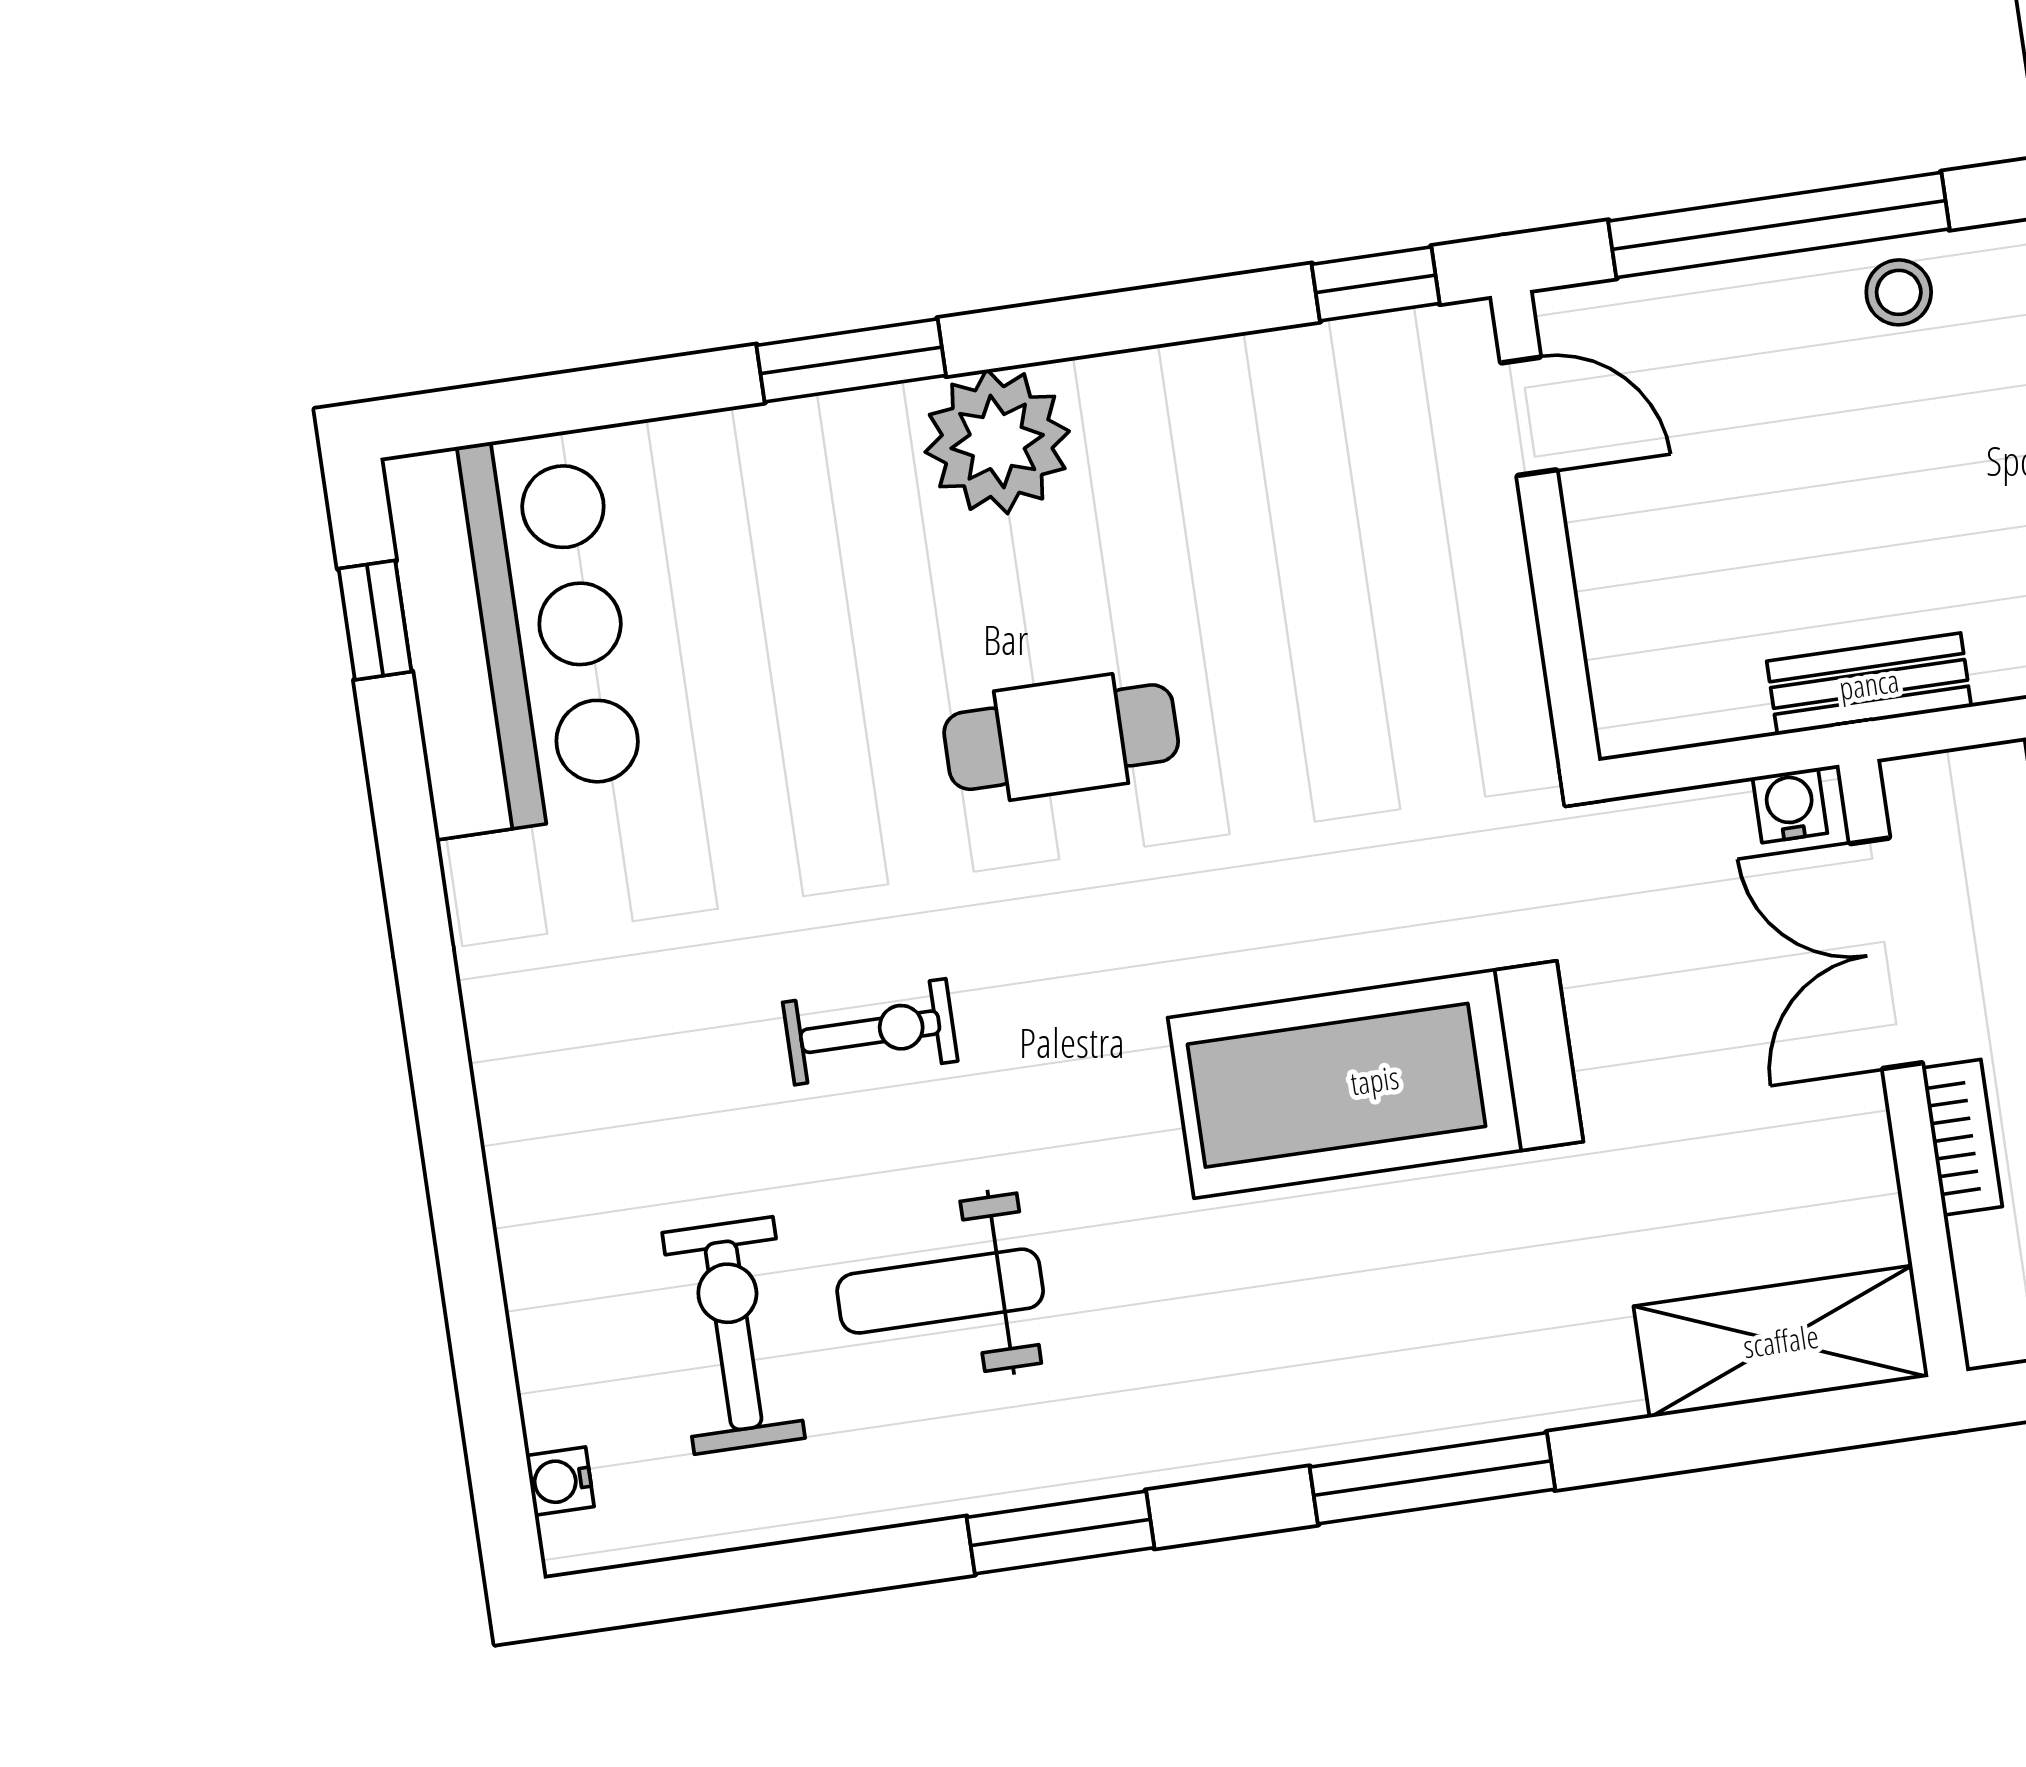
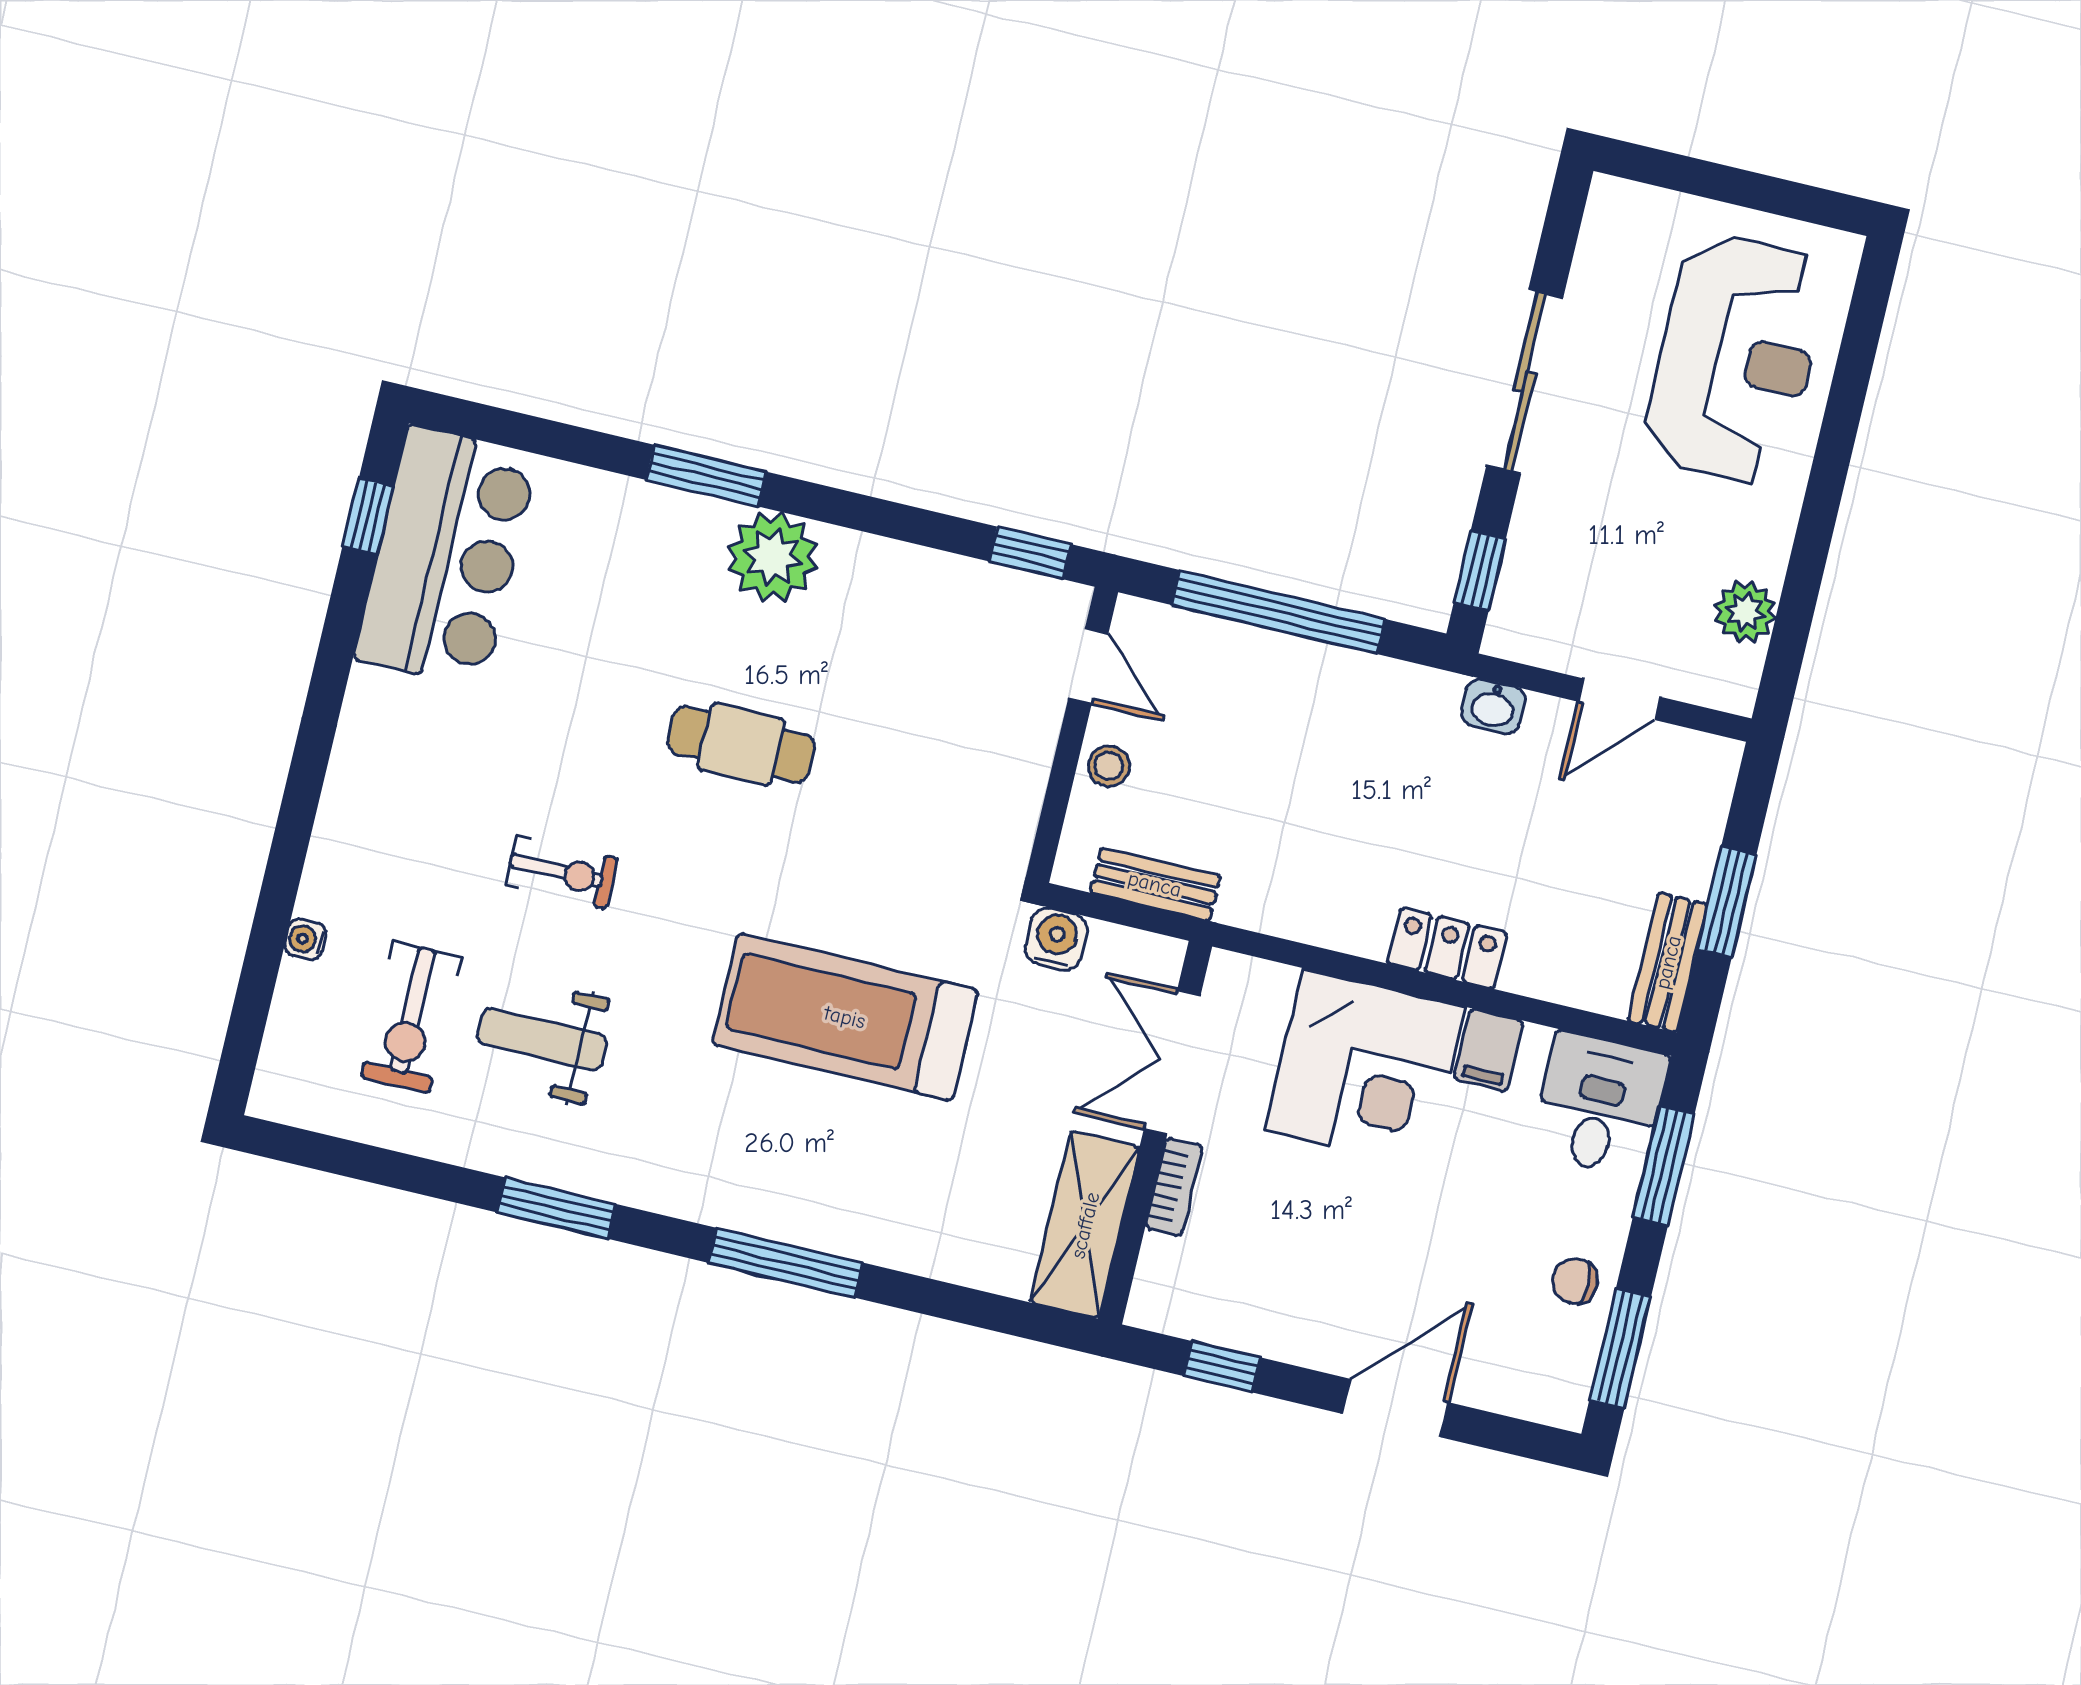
stool: (1899, 292) -> (1109, 766), moved
bench: (1869, 684) -> (1155, 884), moved
water cooler: (1790, 805) -> (1056, 939), moved, width x1.38, depth x1.38
exercise bike: (734, 1335) -> (411, 1017), turned 180
shelving: (1781, 1341) -> (1085, 1225), moved, turned 90
water cooler: (560, 1481) -> (305, 939), moved

